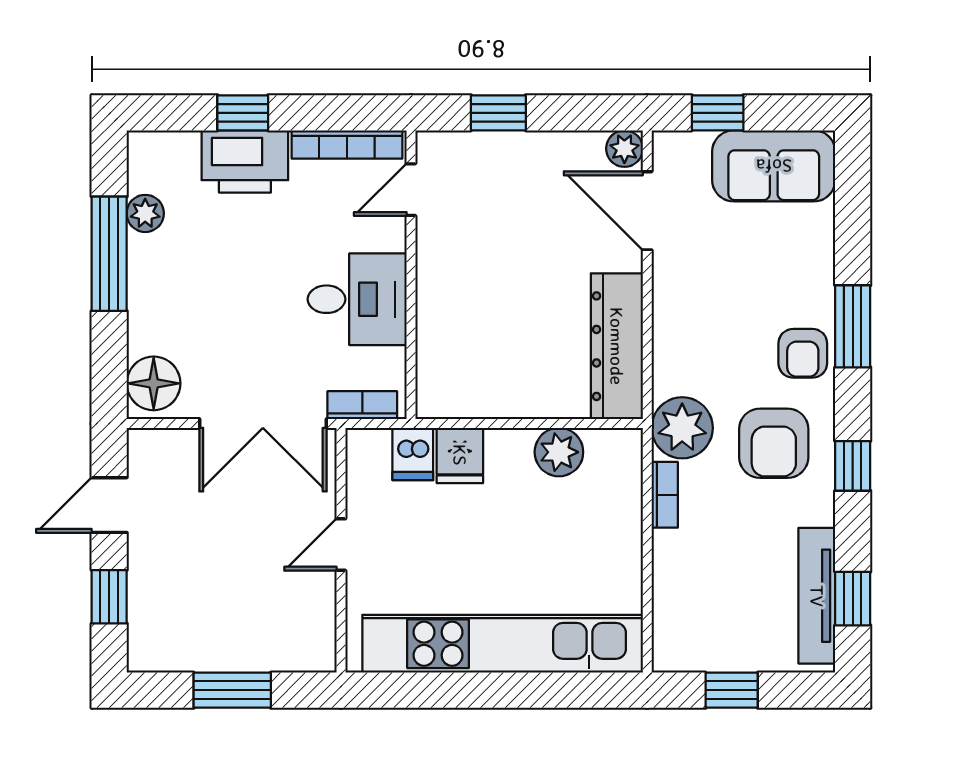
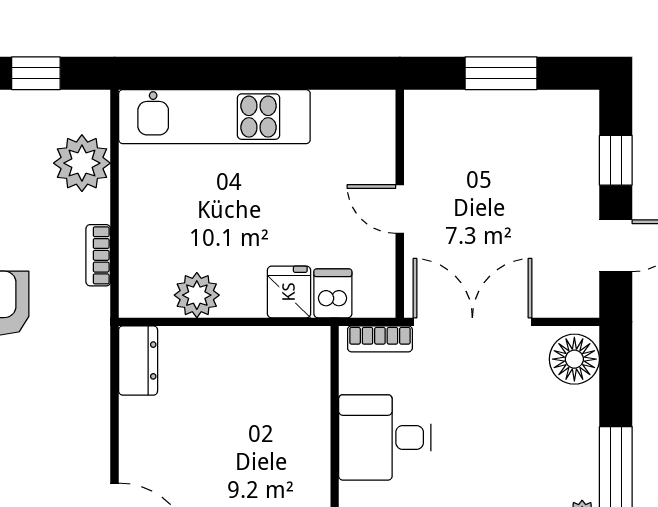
dresser: (617, 346) -> (138, 360), width x0.51, depth x0.80
plant: (682, 428) -> (82, 163), moved
door: (341, 545) -> (400, 209), swing flipped
kitchen unit: (503, 644) -> (214, 117), width x0.73

